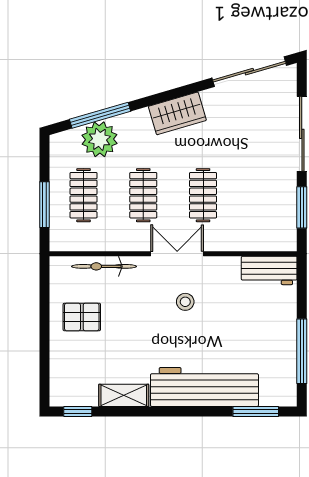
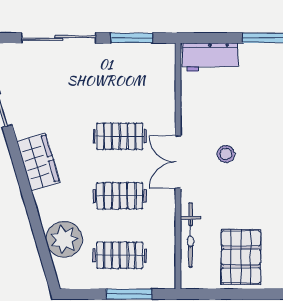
window: (100, 115) -> (40, 239), removed
workbench: (269, 270) -> (210, 57), moved, turned 90
pallet: (82, 317) -> (241, 257), width x1.50, depth x1.42

